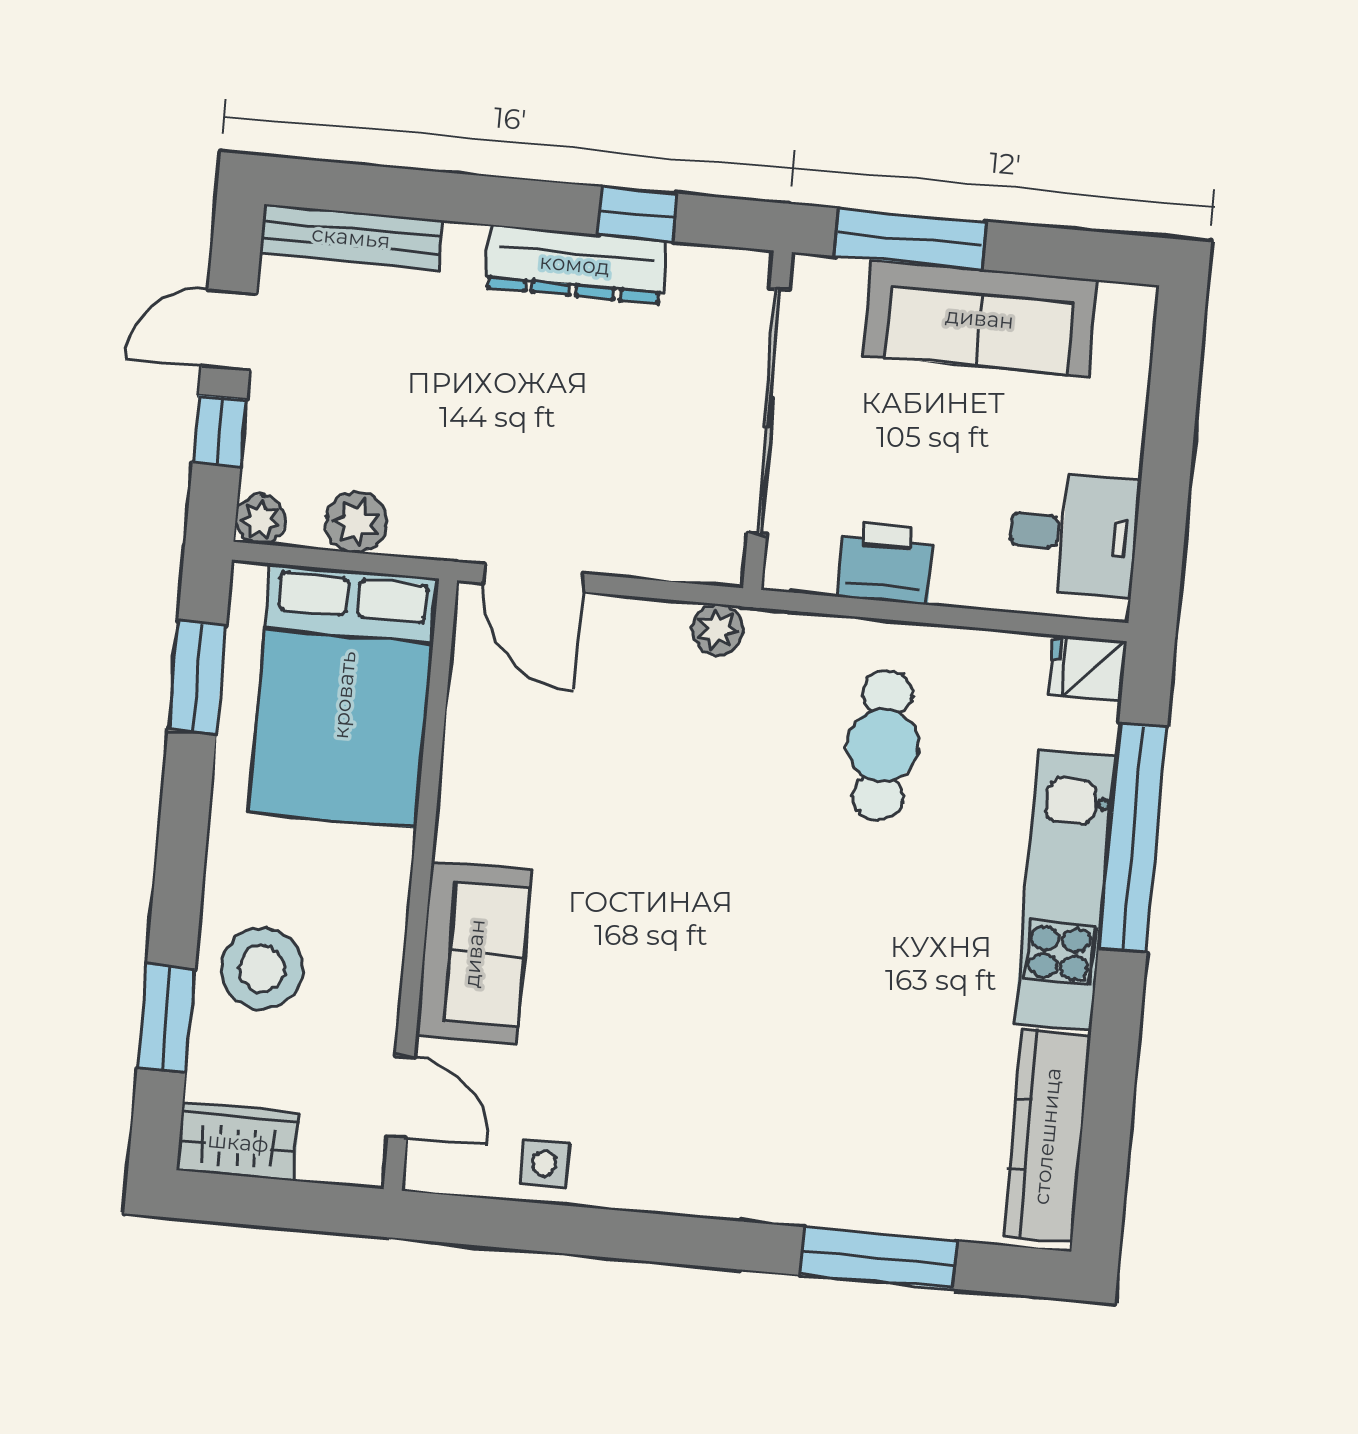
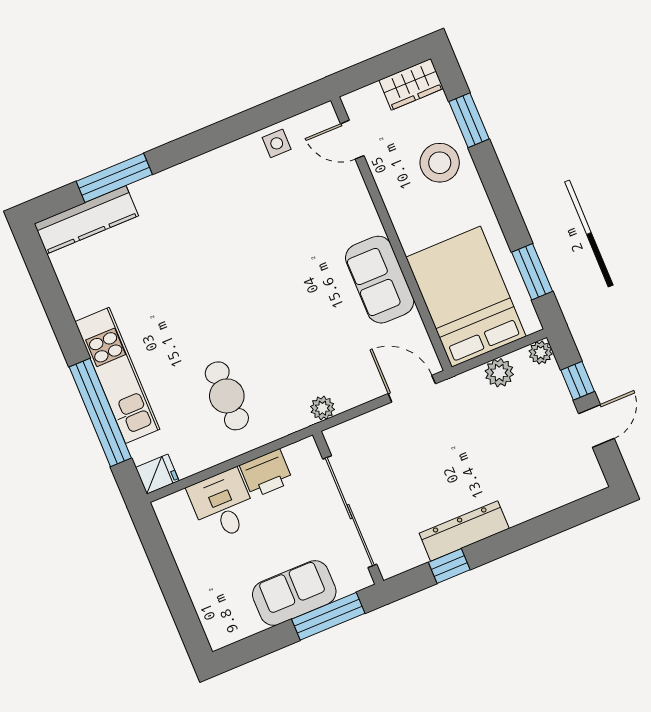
bench: (351, 237) -> (565, 492), removed
sofa: (980, 318) -> (294, 593), width x0.73
desk: (1073, 534) -> (223, 505), moved, turned 90
sofa: (474, 953) -> (380, 280), moved
kitchen counter: (1047, 1136) -> (86, 220), moved, turned 90

